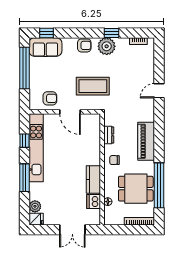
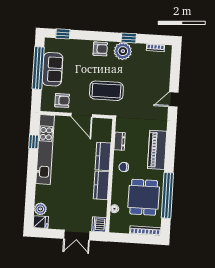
sofa: (45, 47) -> (52, 69), moved, turned -90
kitchen counter: (93, 151) -> (103, 156), added
window: (24, 178) -> (31, 179), removed
dining table: (136, 189) -> (144, 197), turned 90
dishwasher: (94, 201) -> (99, 224), moved

